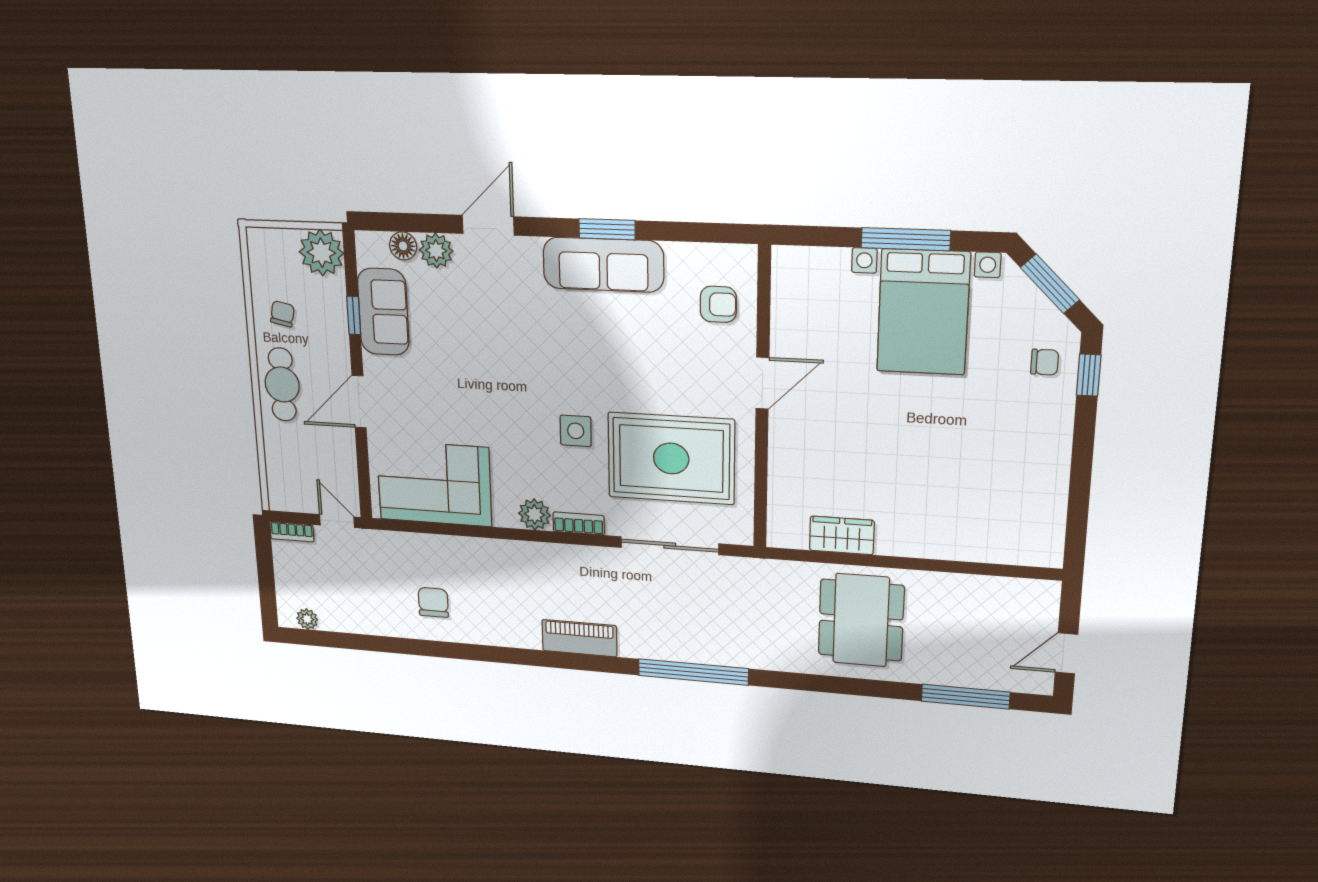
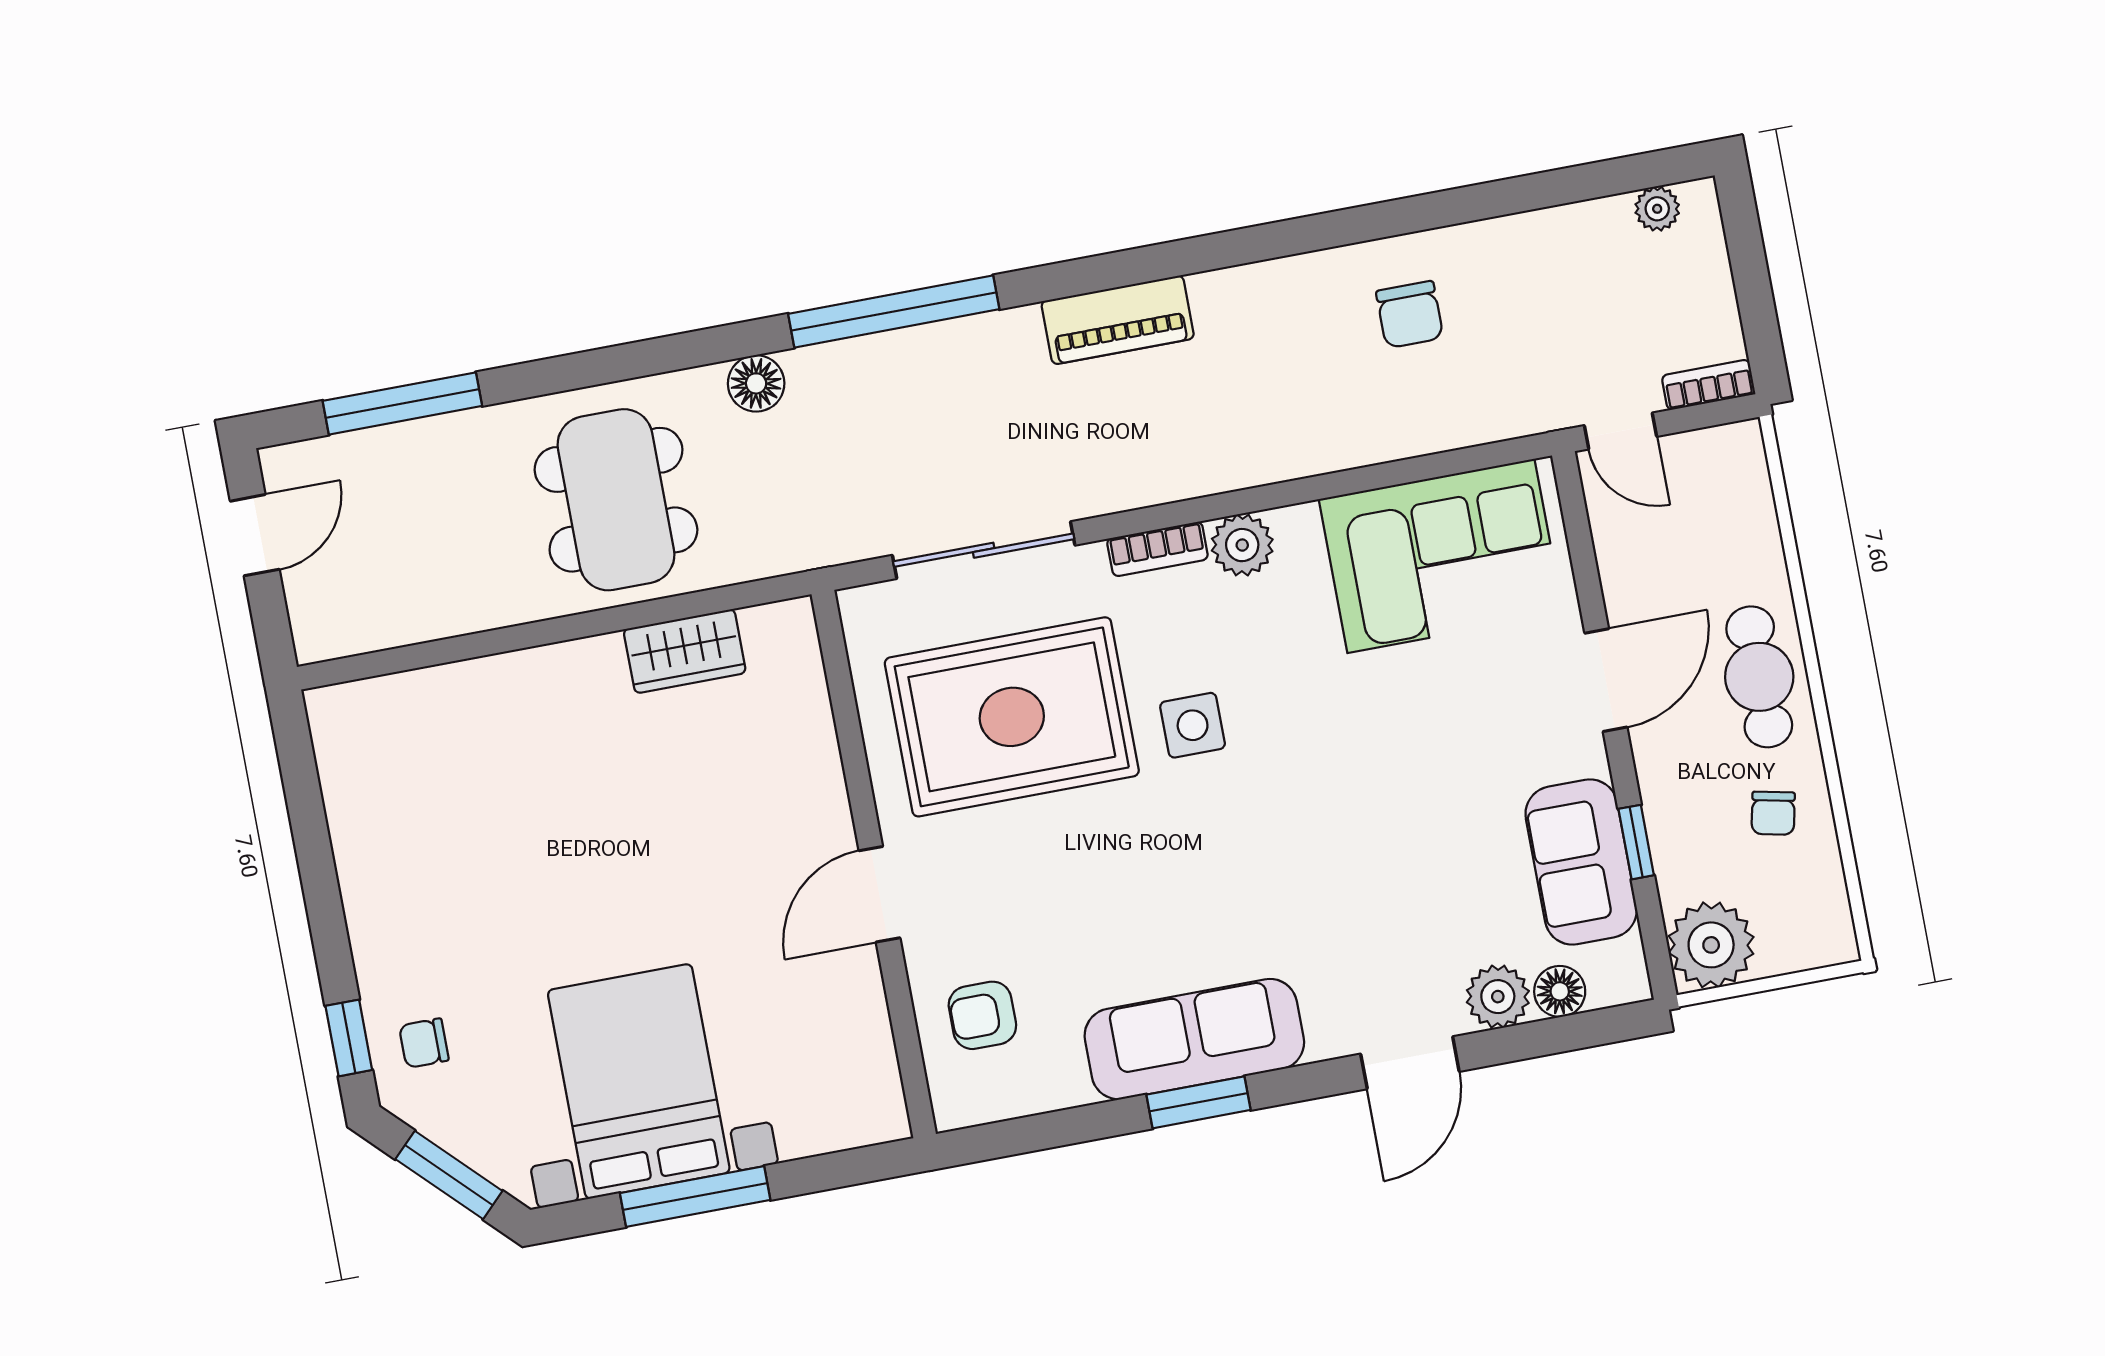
floor lamp: (773, 657) -> (756, 383), added

